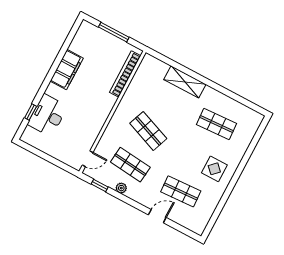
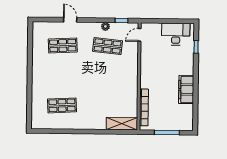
shelving: (185, 82) -> (122, 124), moved
desk: (48, 115) -> (176, 34), moved, turned -90
shop shelf: (148, 131) -> (107, 76), removed
display table: (214, 169) -> (47, 73), removed
door: (157, 216) -> (70, 20), swing flipped

